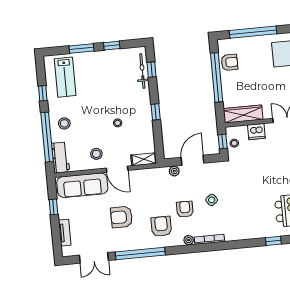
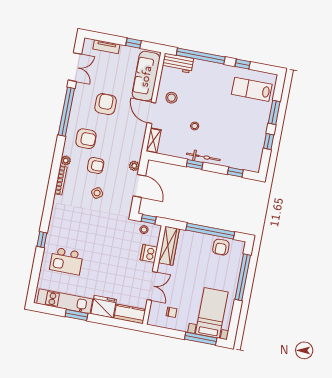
bicycle: (142, 71) -> (203, 157), moved
stool: (64, 123) -> (209, 76), removed
door: (117, 169) -> (151, 113), hinge flipped
double door: (94, 258) -> (75, 67), swing flipped

